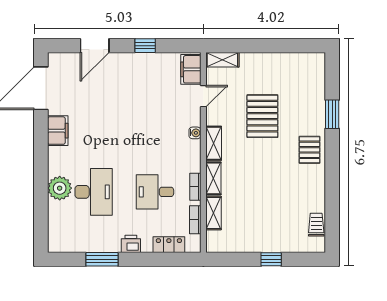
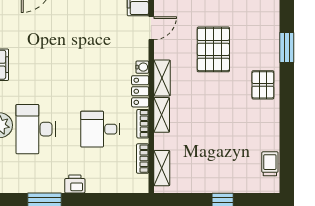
desk: (94, 192) -> (36, 129), turned 180
shelving: (213, 213) -> (162, 168), moved
locker: (169, 245) -> (140, 91), moved, turned -90

